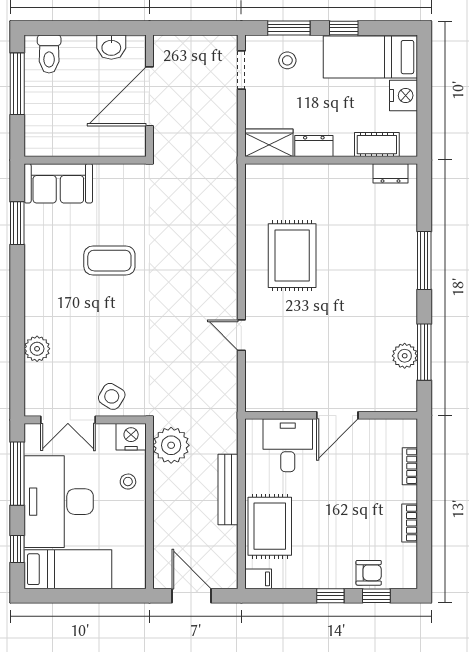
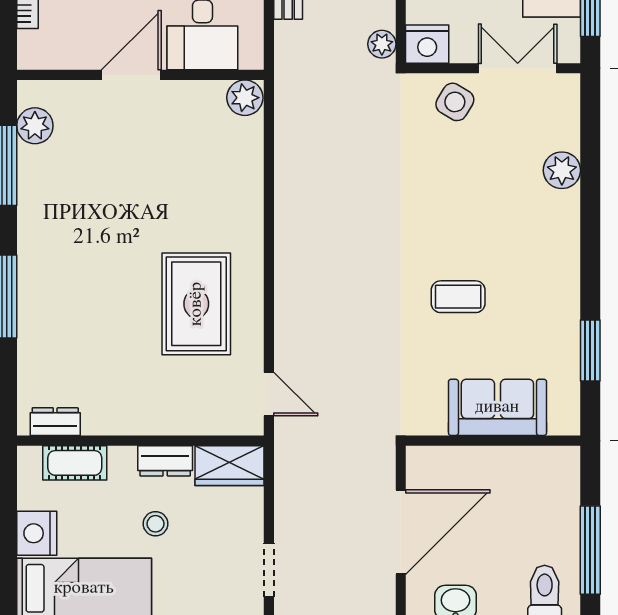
stool: (287, 60) -> (155, 524), moved
sofa: (58, 183) -> (497, 407), moved
coffee table: (109, 261) -> (458, 297), width x0.73, depth x0.77
door: (241, 335) -> (269, 394), moved
plant: (405, 356) -> (35, 126), moved
plant: (258, 399) -> (245, 98), added
plant: (171, 445) -> (382, 44), width x0.53, depth x0.53

